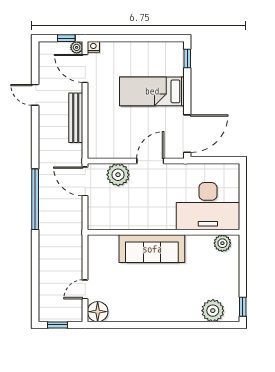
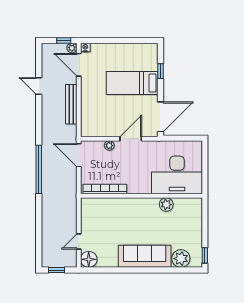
window: (187, 58) -> (160, 71), moved
plant: (118, 175) -> (109, 146), width x0.53, depth x0.53
bookcase: (118, 224) -> (105, 189), added
plant: (222, 243) -> (166, 205), moved
sofa: (152, 249) -> (145, 256), moved, turned 180

